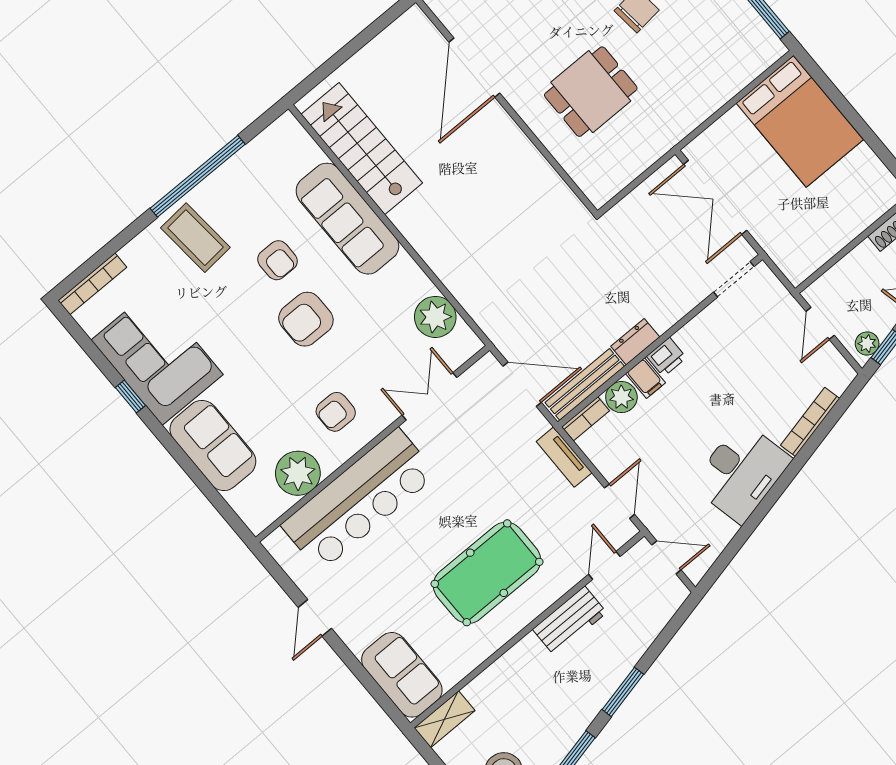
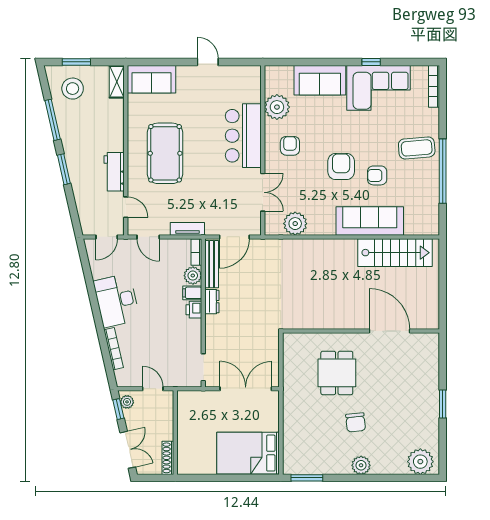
bar counter: (359, 500) -> (243, 136), width x0.73

